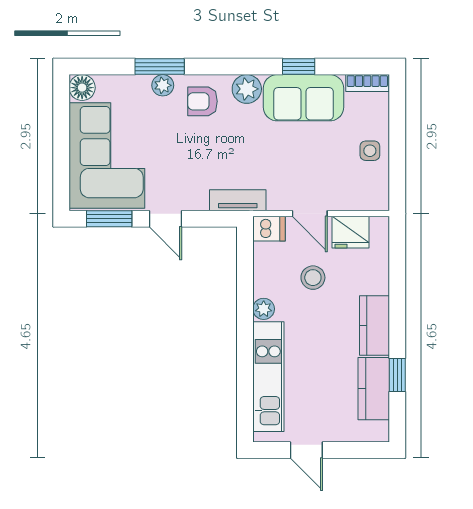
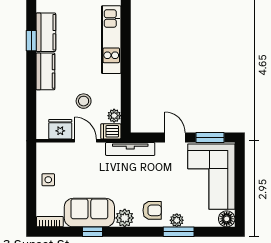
tv unit: (238, 200) -> (130, 149), width x1.41
plant: (264, 309) -> (114, 116), moved

